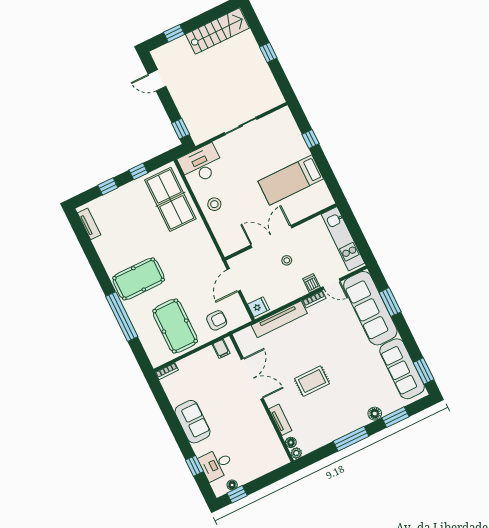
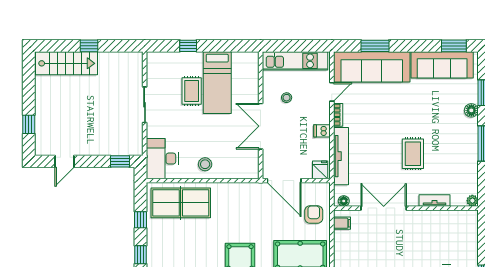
stairs: (217, 31) -> (66, 63), moved, turned 90
rug: (273, 161) -> (192, 91), added
stool: (287, 260) -> (287, 98), moved
door: (234, 280) -> (284, 181), width x1.36
dishwasher: (311, 283) -> (322, 131), moved
floor lamp: (291, 442) -> (344, 201), moved

